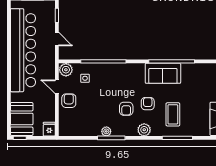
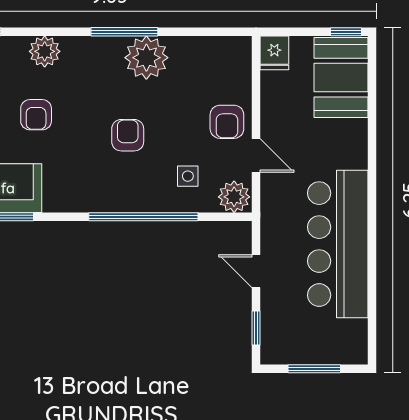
bar counter: (23, 50) -> (338, 244), width x0.73
armchair: (126, 109) -> (128, 135), moved
plant: (106, 131) -> (146, 58), width x1.88, depth x1.88

